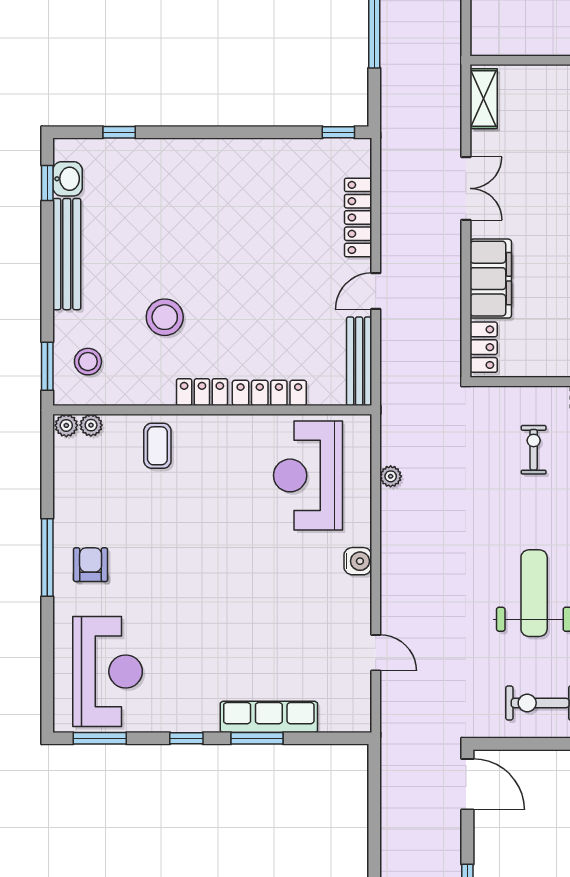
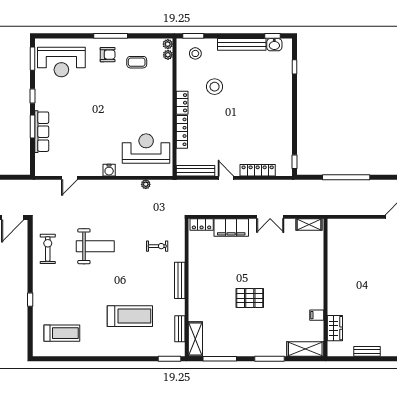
coffee table: (157, 446) -> (137, 62), moved

